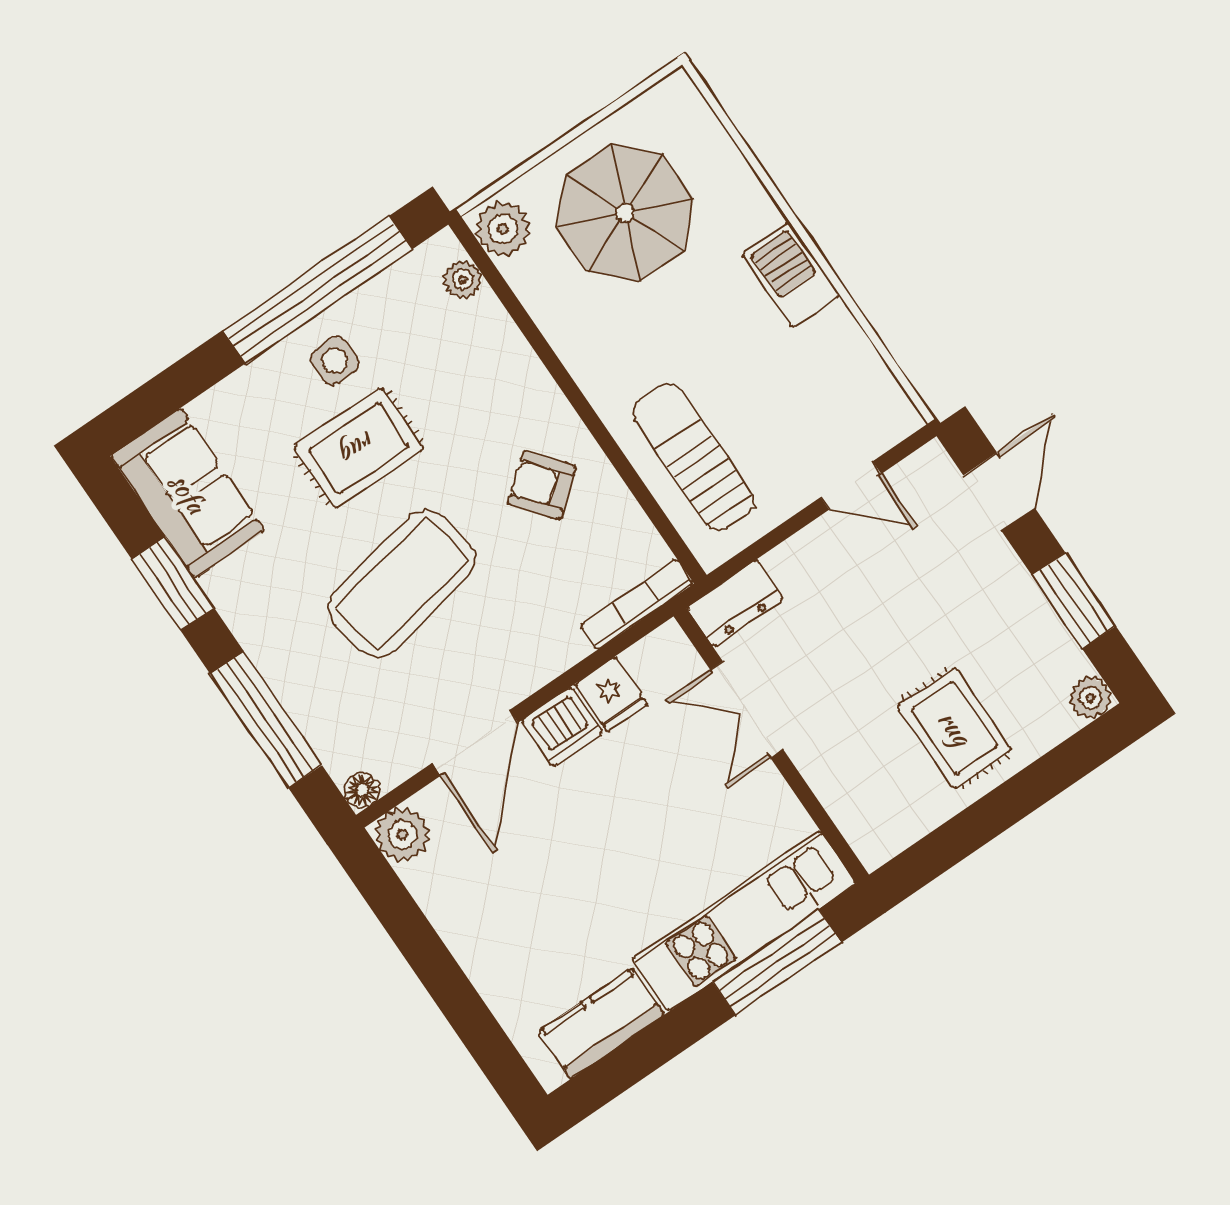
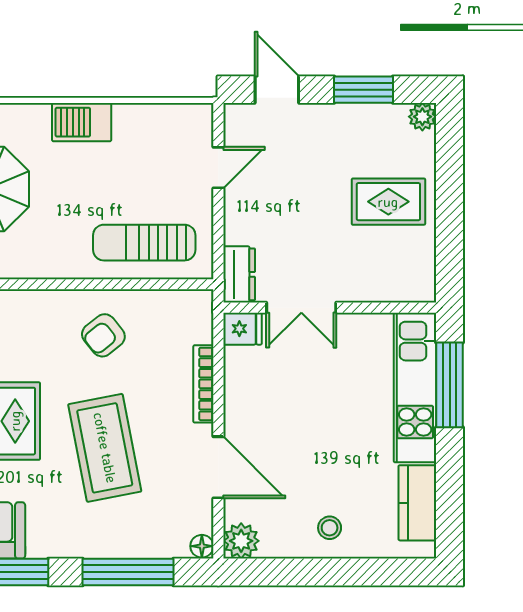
bookcase: (637, 604) -> (203, 384), moved
fridge: (611, 694) -> (243, 329), moved
dishwasher: (562, 727) -> (242, 414), removed
stool: (495, 934) -> (330, 528), added

